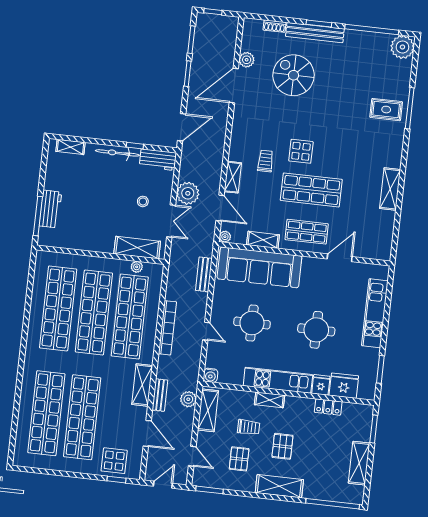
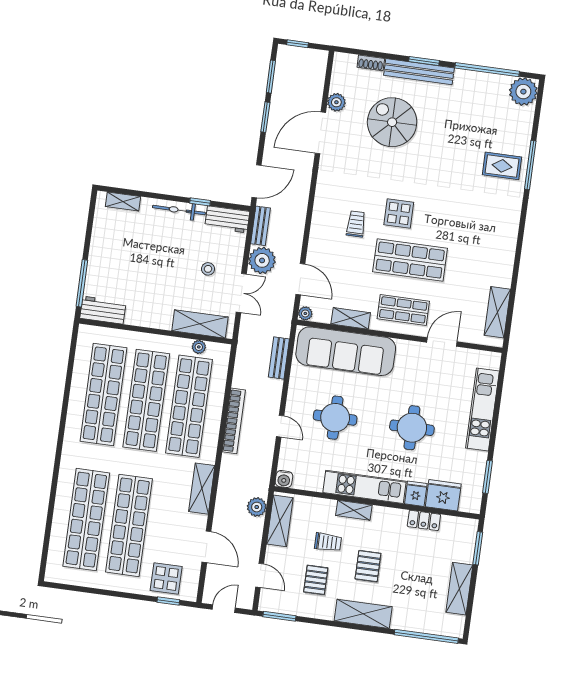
shelving: (233, 177) -> (316, 242), removed
shelving: (390, 189) -> (497, 312), moved
workbench: (50, 209) -> (103, 310), moved, turned -90
bench: (160, 395) -> (261, 226), moved

